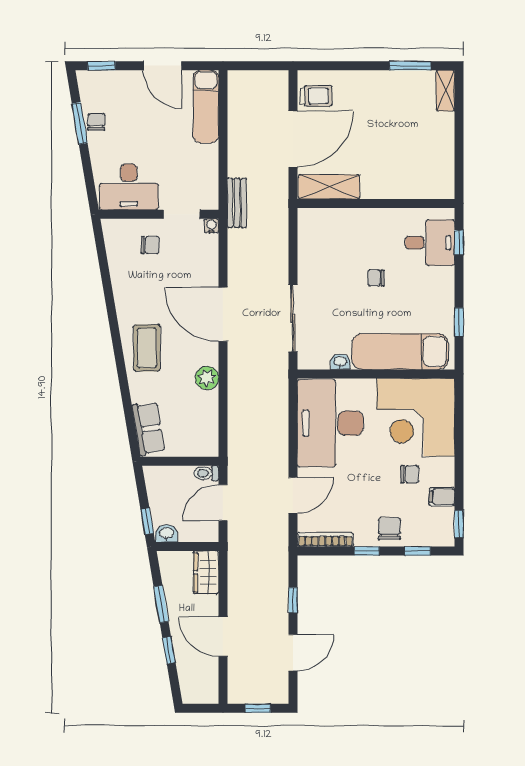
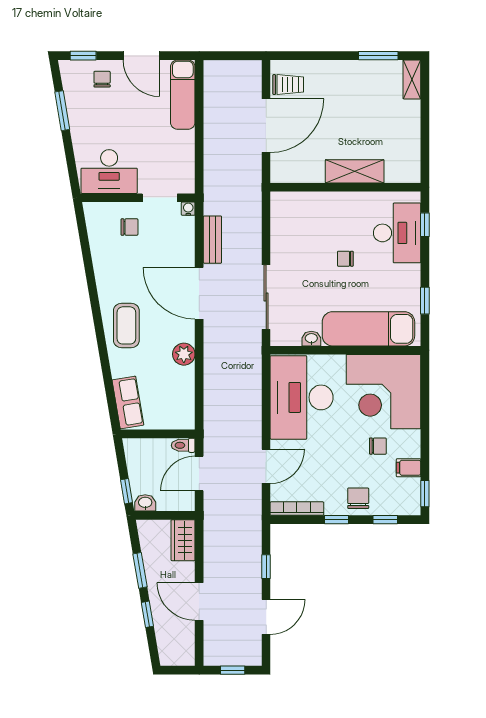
chair: (96, 122) -> (102, 79), moved
shelving: (329, 187) -> (355, 171), moved
bench: (237, 203) -> (212, 240), moved
desk: (430, 243) -> (397, 233), width x1.37

